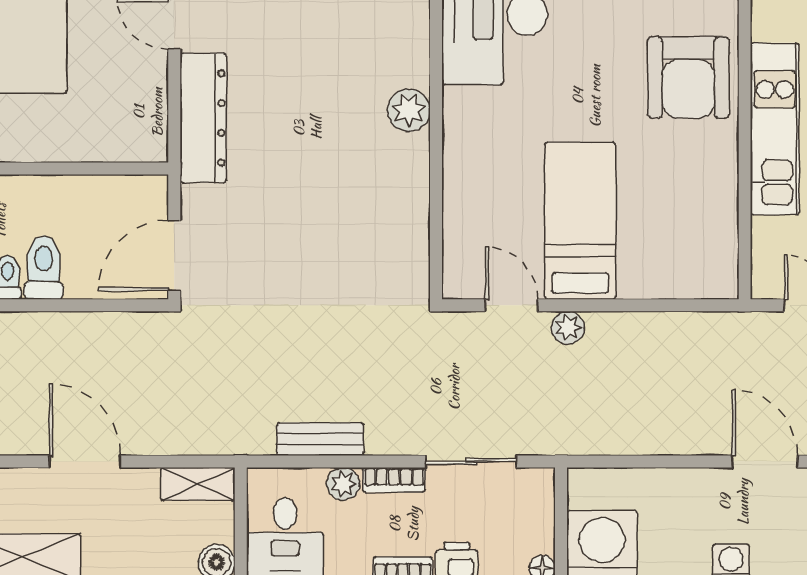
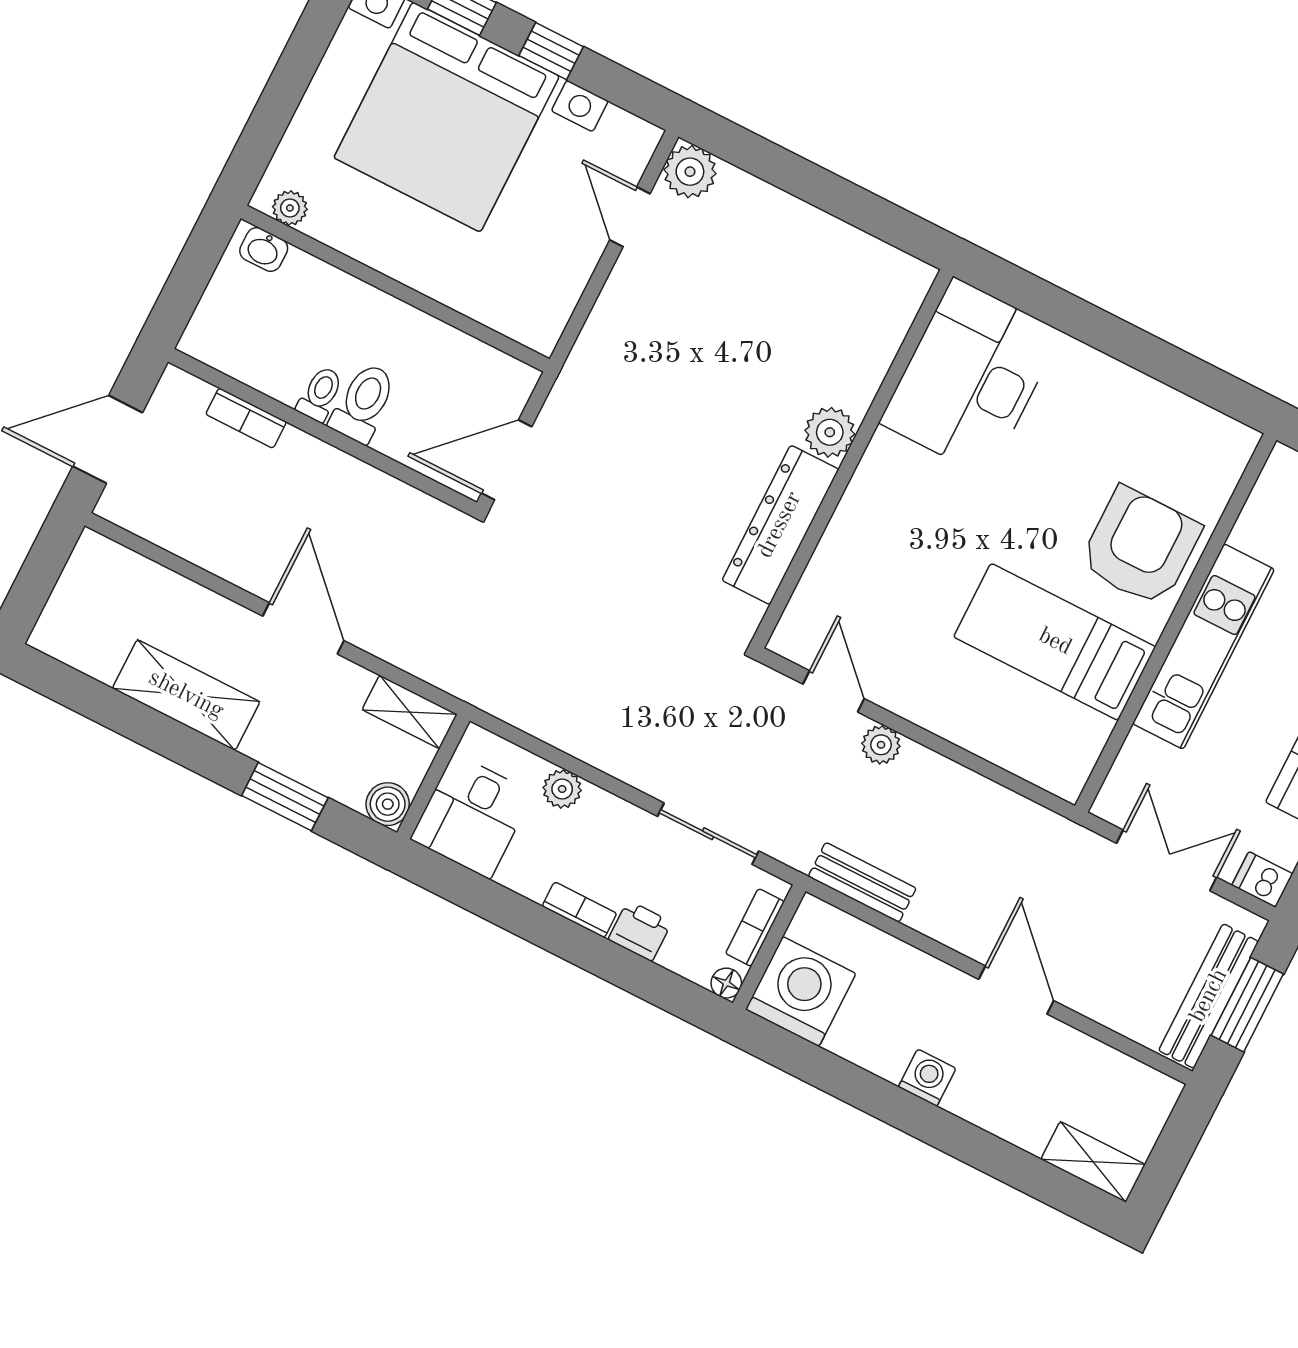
armchair: (688, 77) -> (1140, 547), turned 180
dresser: (203, 118) -> (780, 525), moved, turned 180
bed: (580, 221) -> (1055, 642), moved, turned -90
bench: (320, 439) -> (862, 882), moved
bookcase: (394, 480) -> (755, 927), moved, turned 90

